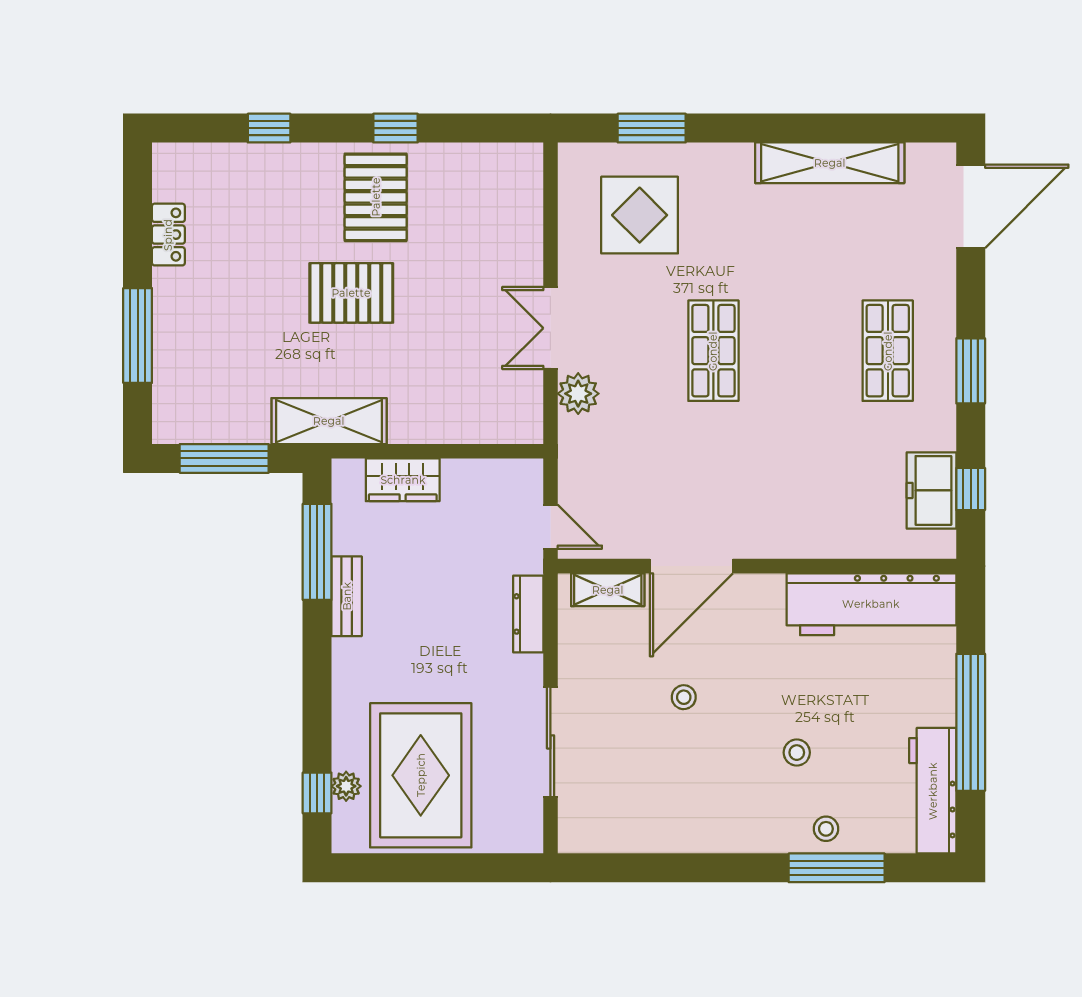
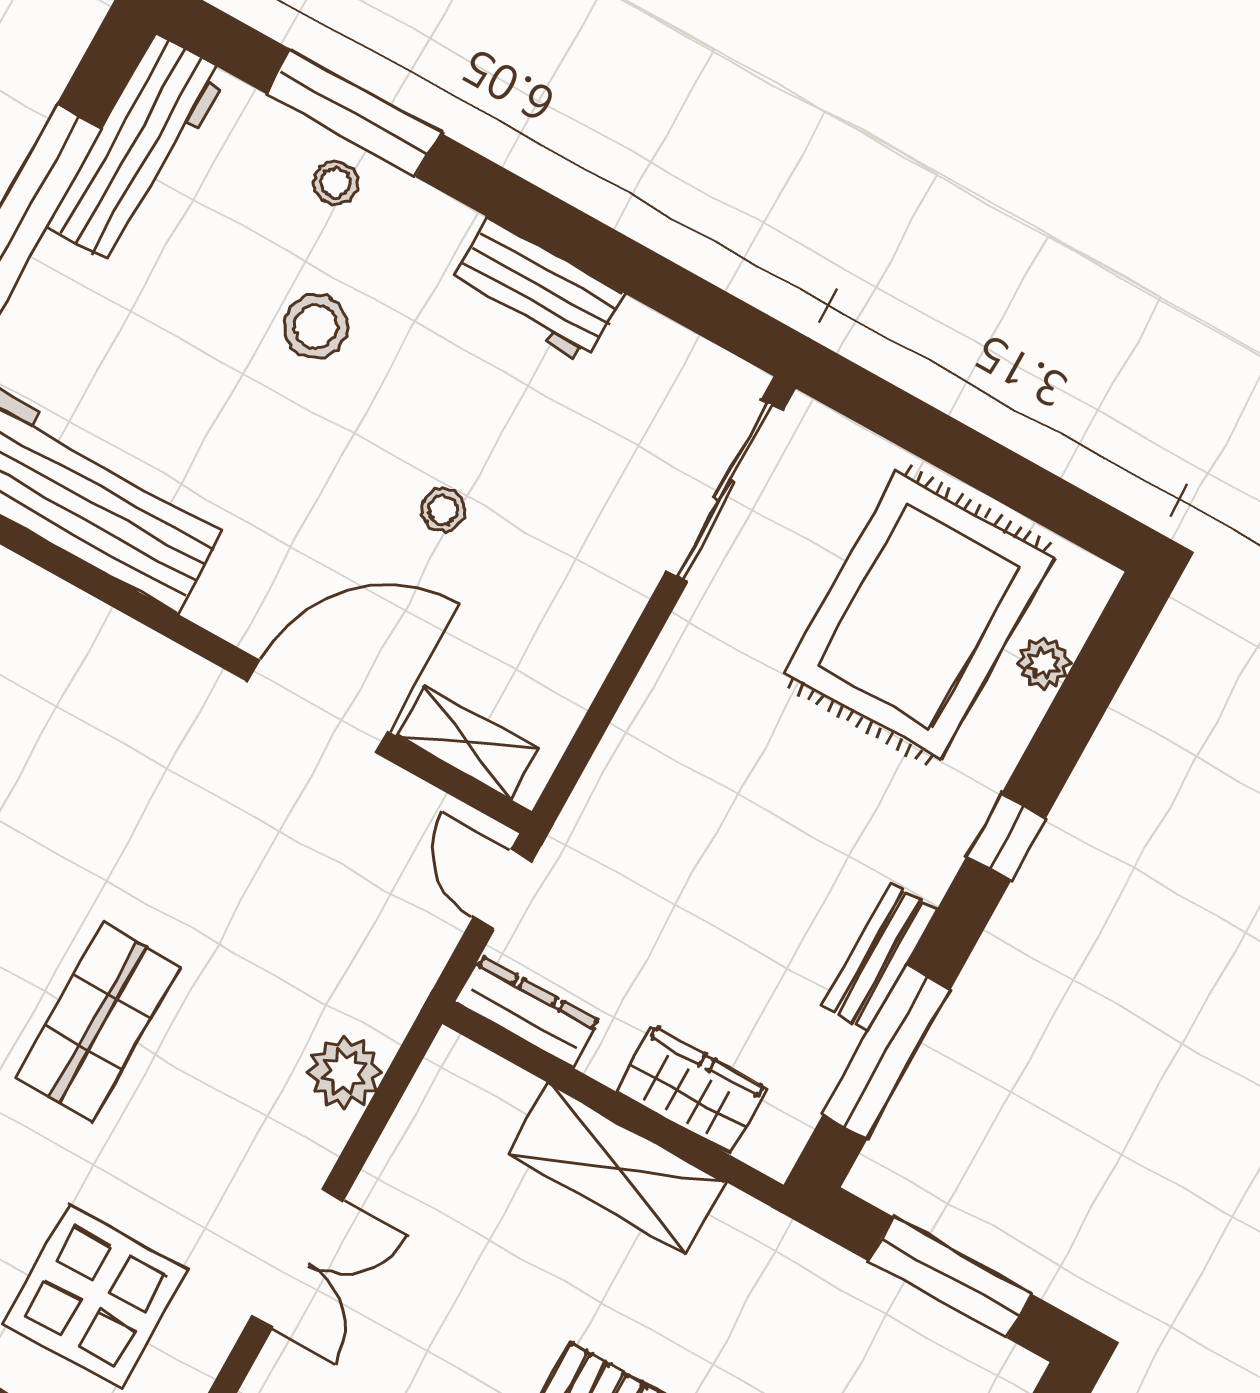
double door: (550, 328) -> (297, 1259), moved
shelving: (329, 421) -> (617, 1168), moved
dresser: (528, 614) -> (527, 1012), moved, turned -90
sliding door: (550, 742) -> (725, 491), moved
stool: (797, 753) -> (315, 326), width x1.37, depth x1.37
window: (317, 793) -> (1006, 837), moved
workbench: (698, 831) -> (536, 291), added

